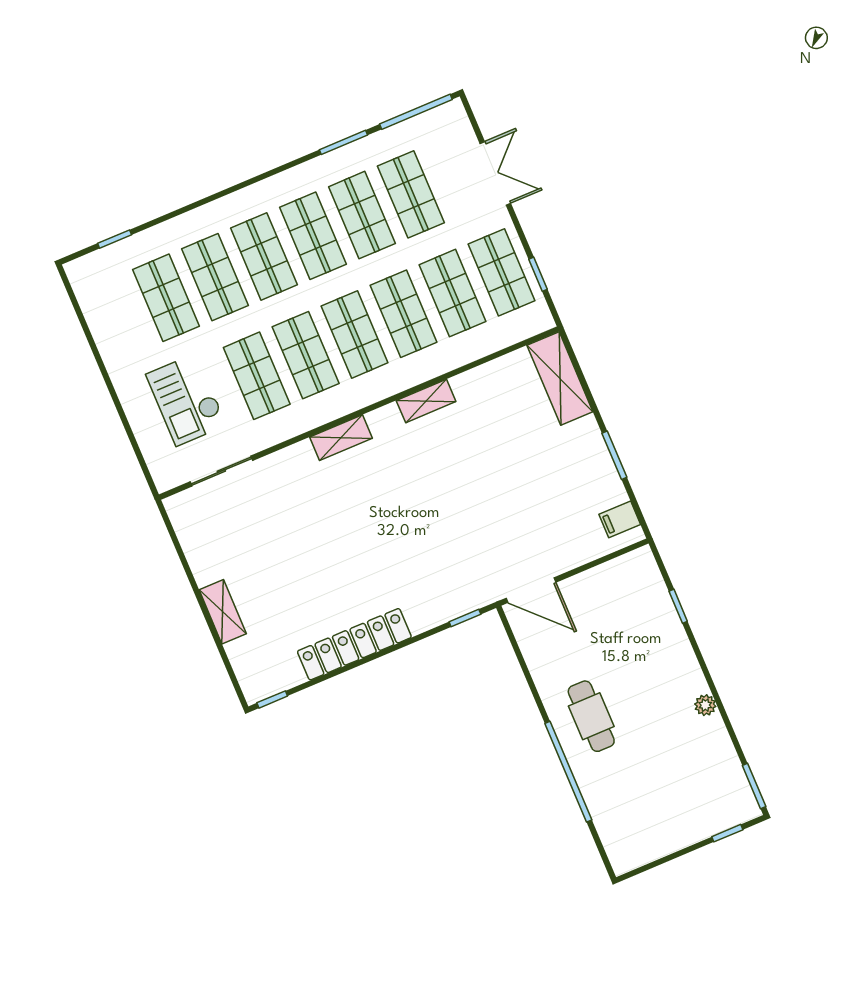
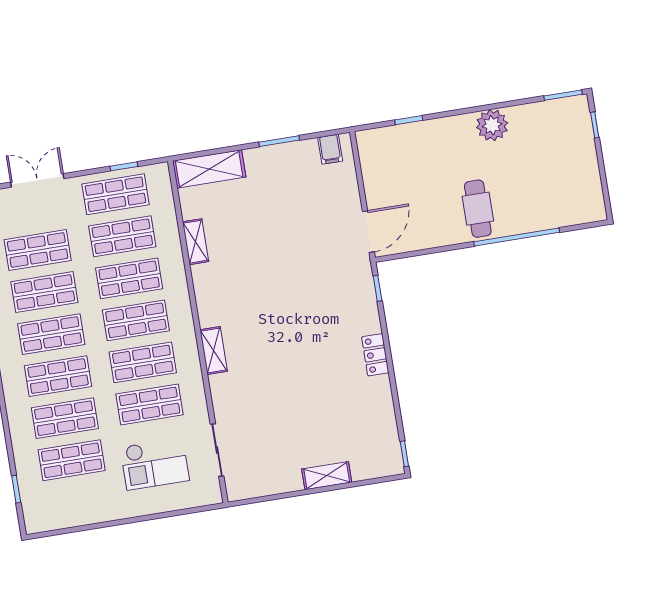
shelving: (426, 401) -> (196, 242), moved
locker: (354, 644) -> (375, 355), width x0.46, depth x0.83
plant: (705, 705) -> (492, 125), width x1.88, depth x1.88
cafe table: (591, 716) -> (478, 209), turned 90

